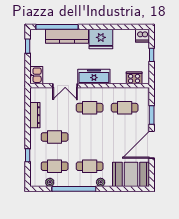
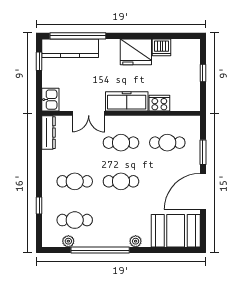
kitchen counter: (67, 36) -> (70, 48), moved
dishwasher: (142, 36) -> (162, 47), moved
cooker: (134, 78) -> (159, 103), moved
dresser: (35, 115) -> (49, 133), moved
cafe table: (90, 166) -> (121, 181), moved

